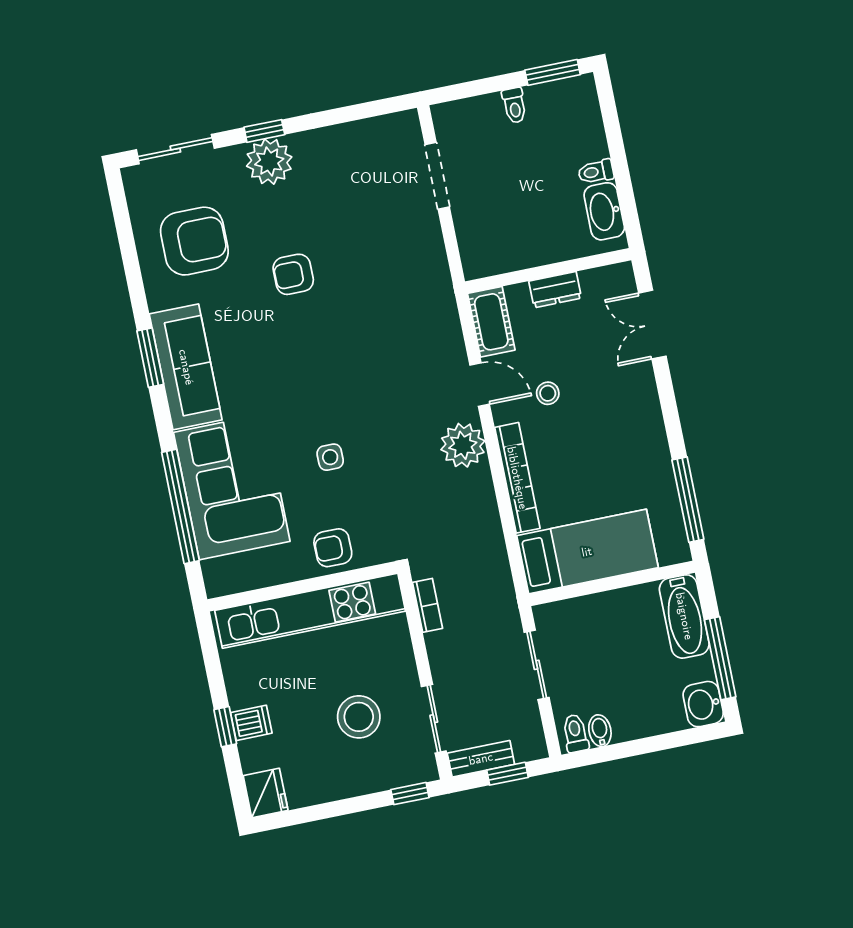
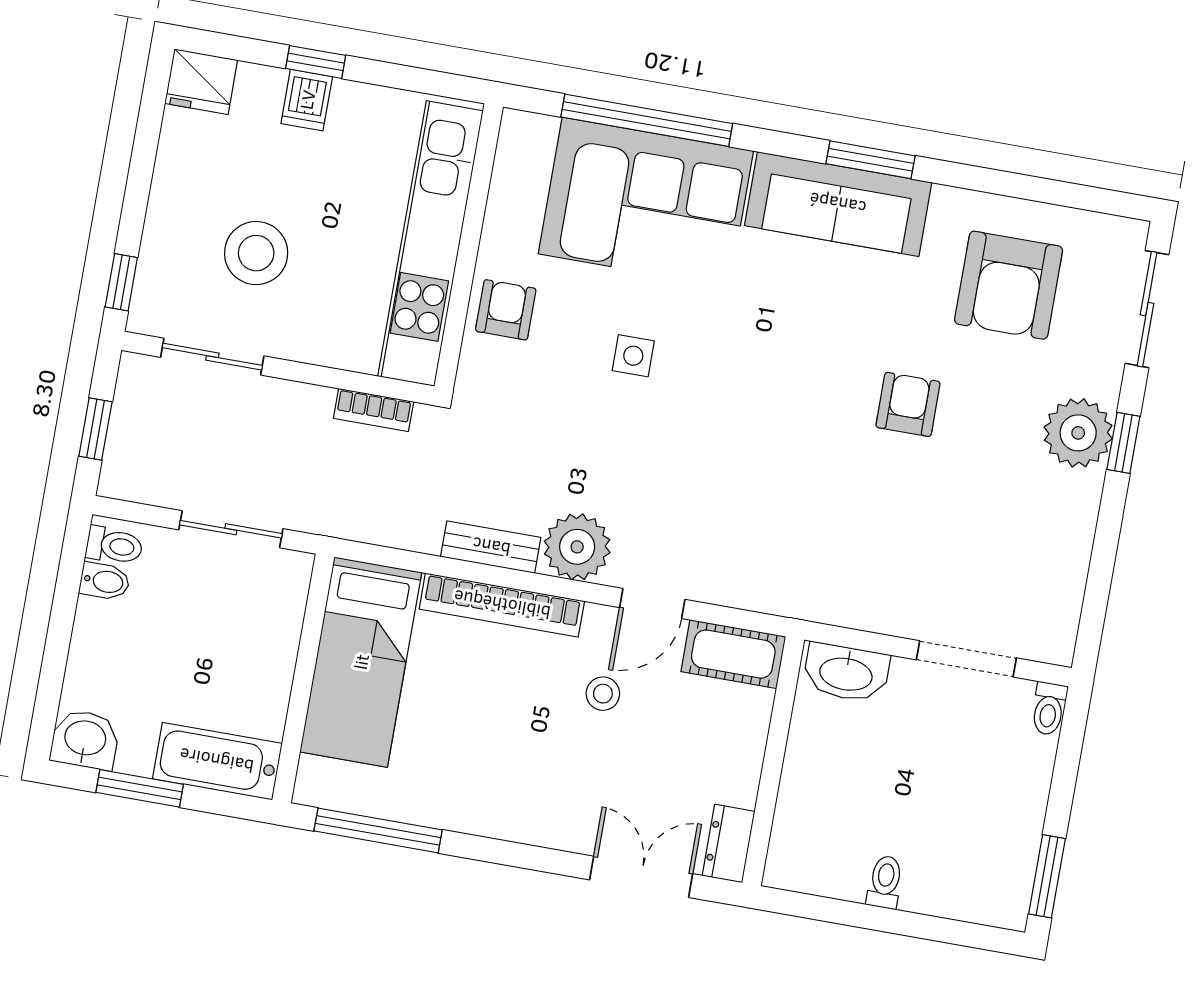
toilet: (514, 105) -> (1049, 709), moved, turned -90
washbasin: (604, 211) -> (846, 673), moved, turned 180
dresser: (555, 290) -> (729, 844), moved
window: (720, 658) -> (140, 788), width x0.69
bench: (481, 759) -> (491, 547), moved, turned 90

